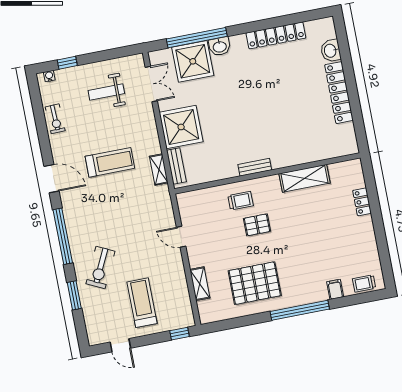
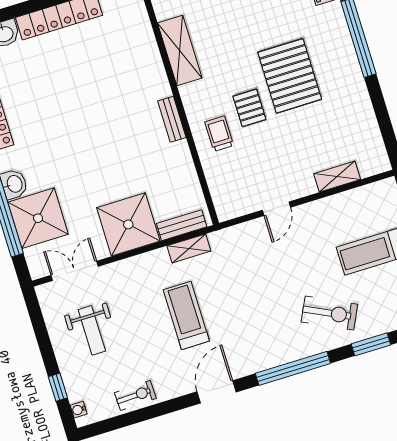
pallet: (255, 283) -> (290, 76), moved

